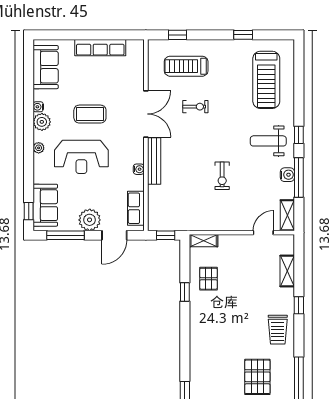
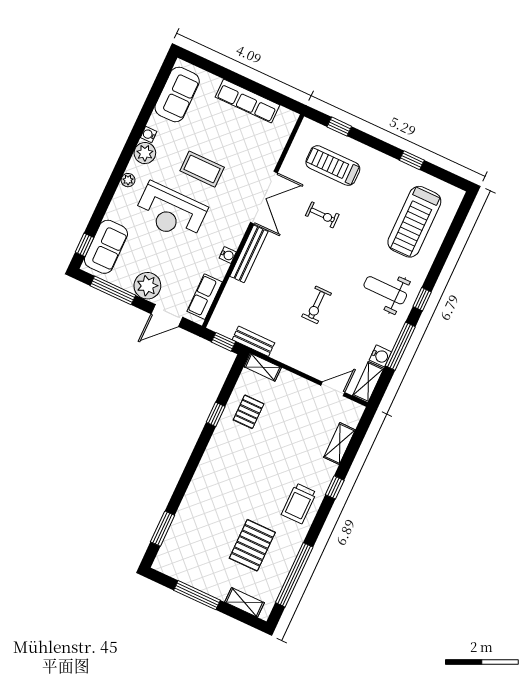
water cooler: (287, 175) -> (380, 356), moved
bench: (188, 225) -> (253, 341), added

